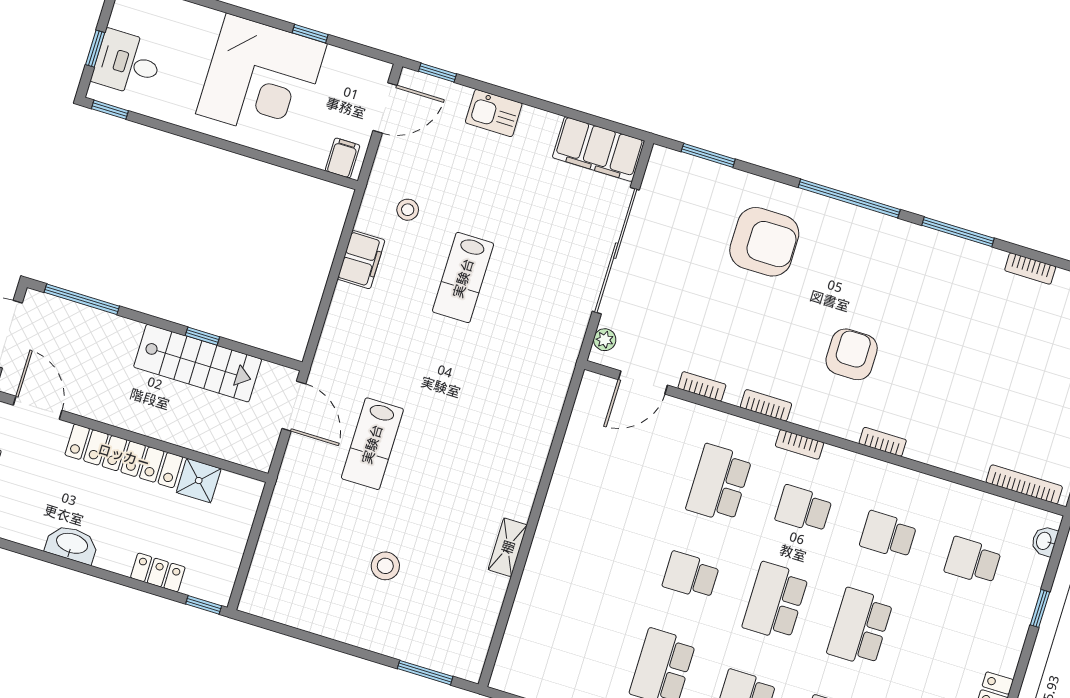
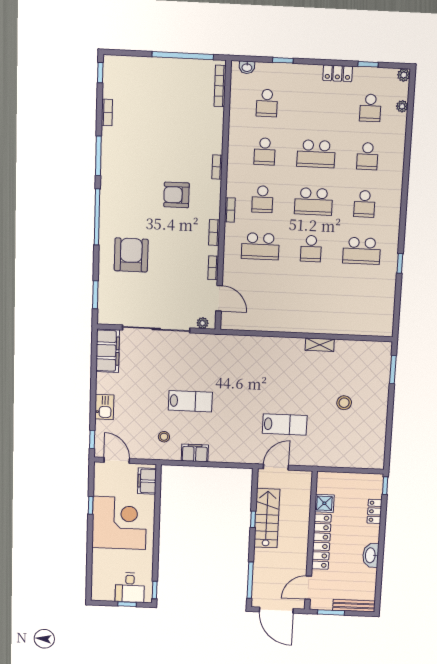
filing cabinet: (343, 158) -> (147, 481), width x2.00

